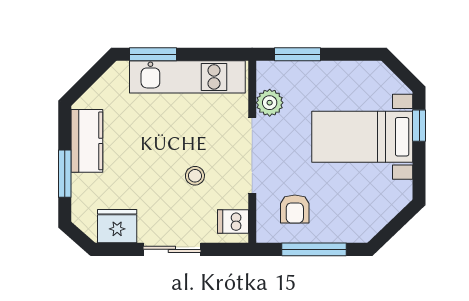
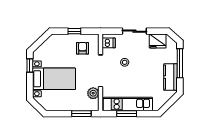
window: (153, 54) -> (127, 114), moved
window: (419, 126) -> (30, 65), moved
window: (65, 174) -> (180, 63), width x1.44
window: (314, 249) -> (74, 31), width x0.46

